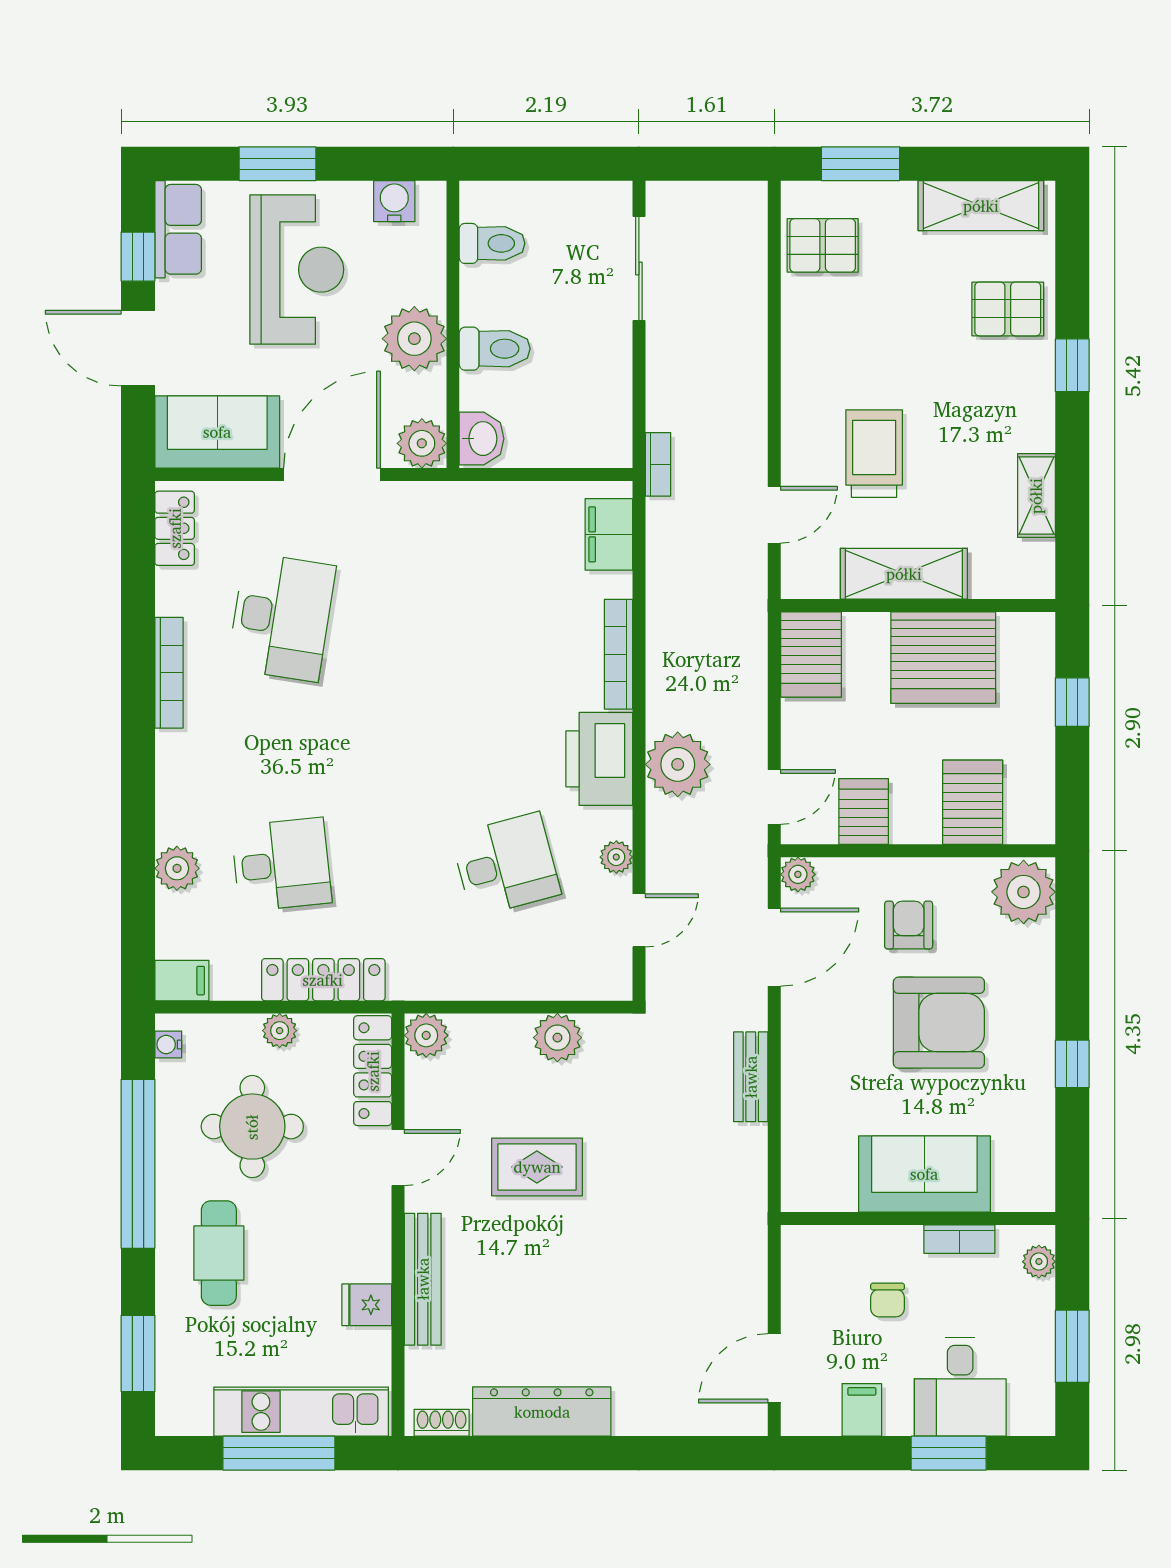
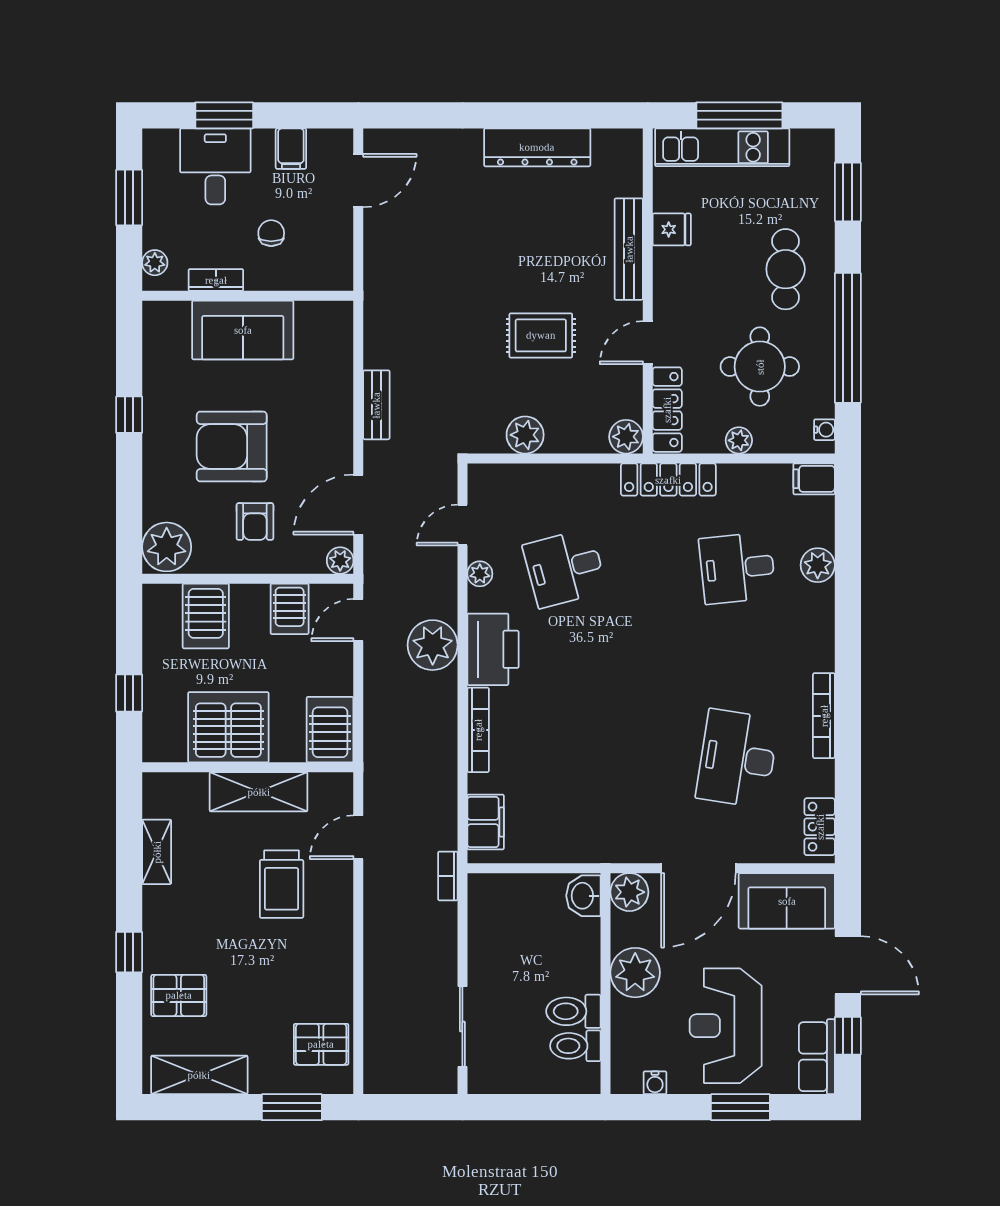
water cooler: (394, 201) -> (655, 1083), width x0.72, depth x0.72
toilet: (495, 349) -> (573, 1011), moved
locker: (323, 980) -> (668, 480), moved
shoe rack: (442, 1423) -> (614, 139), removed

